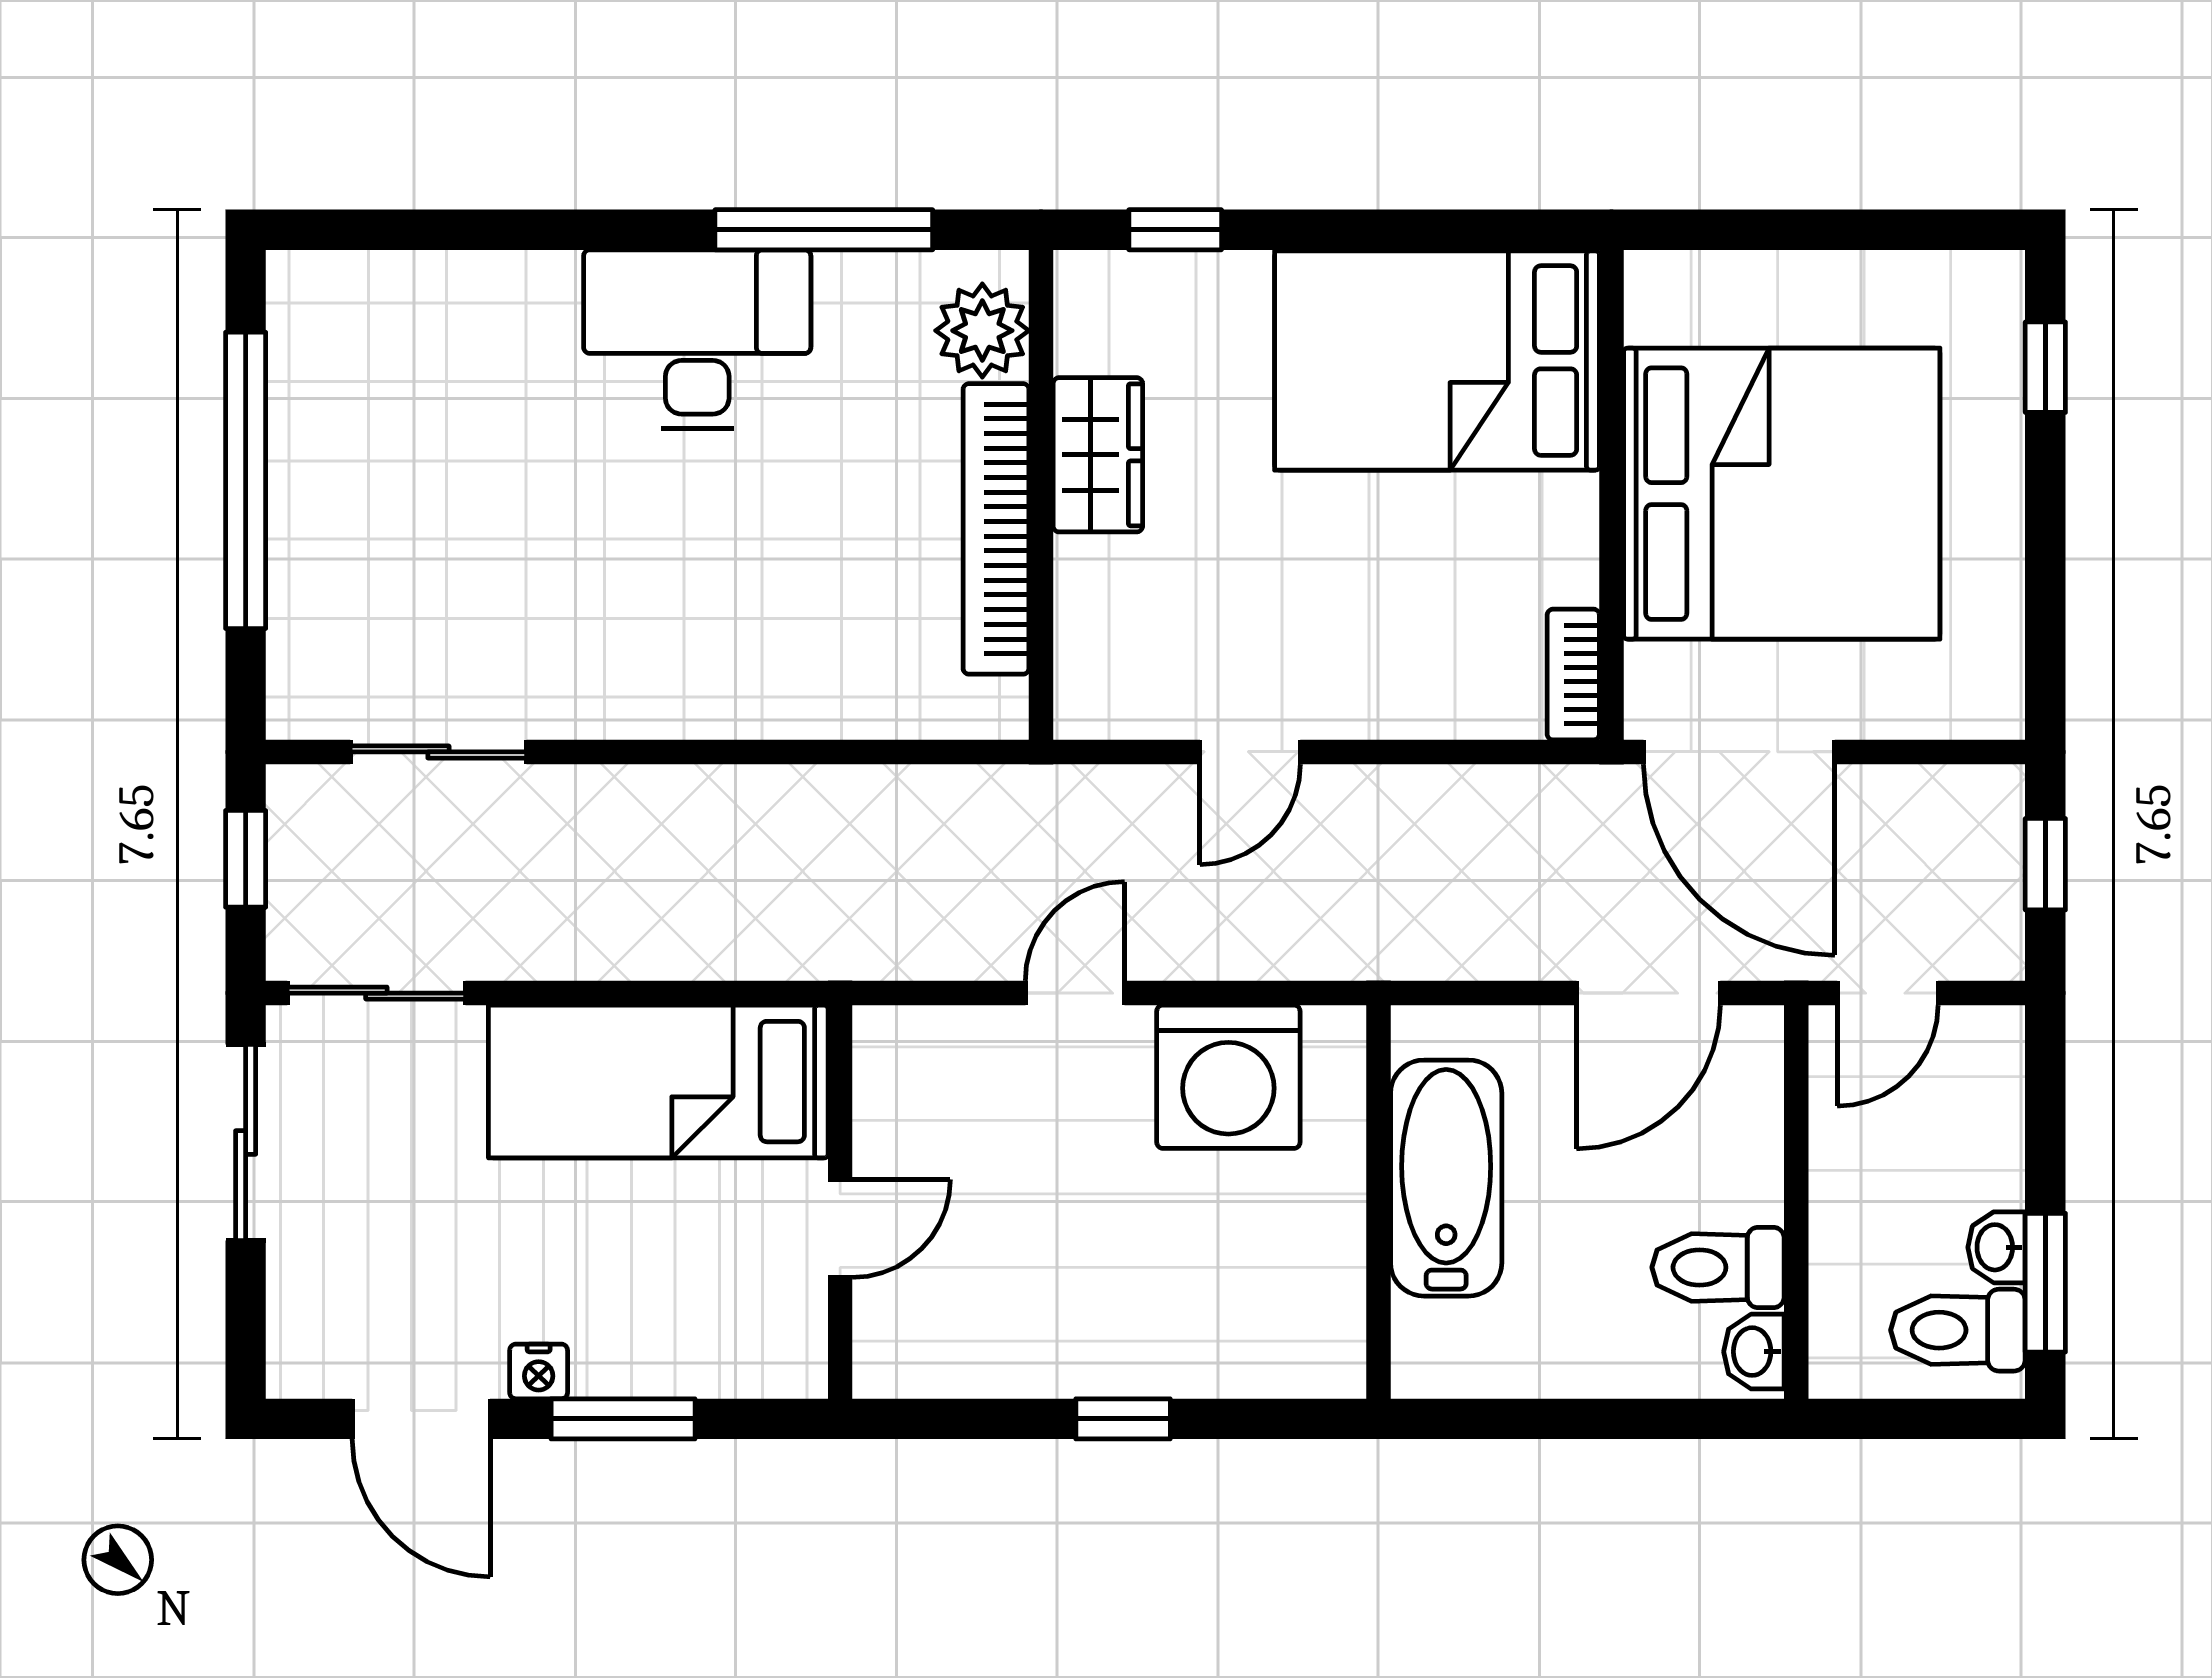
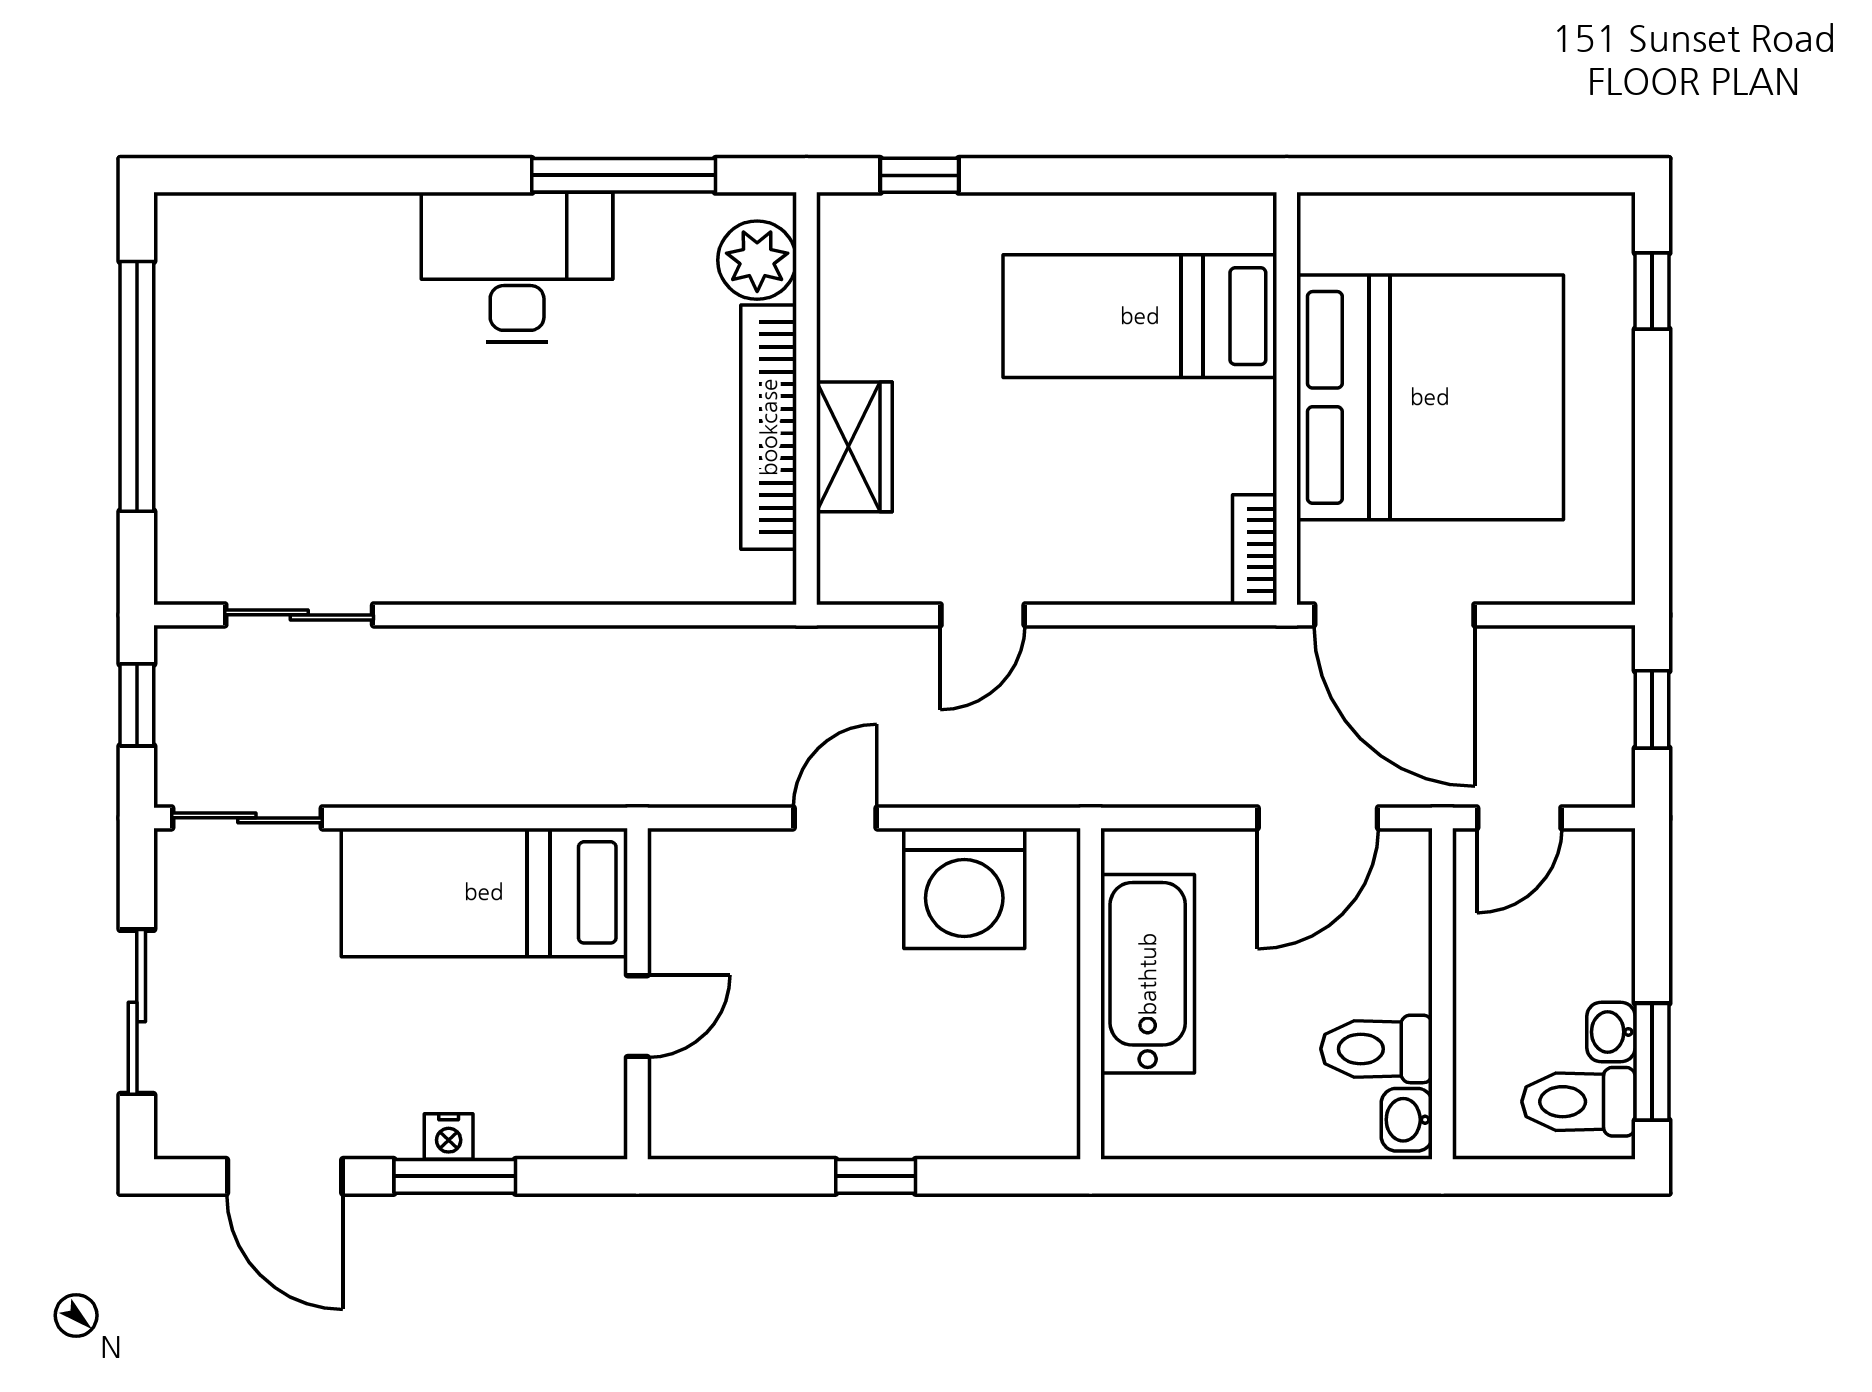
bed: (1437, 361) -> (1140, 316), width x0.67
wardrobe: (1098, 455) -> (854, 447), moved
sliding door: (246, 1142) -> (137, 1012), moved
nightstand: (539, 1371) -> (449, 1136), moved

